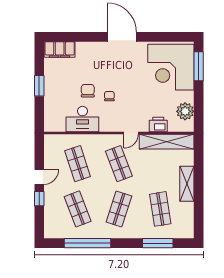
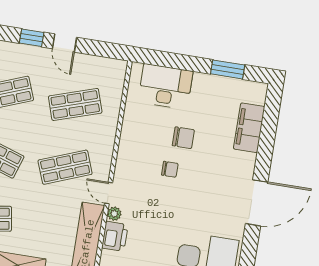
filing cabinet: (60, 49) -> (249, 128), moved
window: (39, 86) -> (228, 69), moved
desk: (82, 119) -> (165, 87), moved, turned 90
plant: (144, 127) -> (114, 214), added

